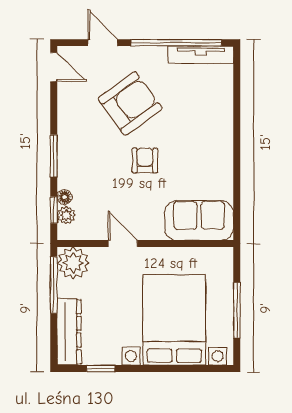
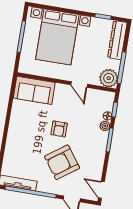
plant: (66, 215) -> (105, 126), moved

